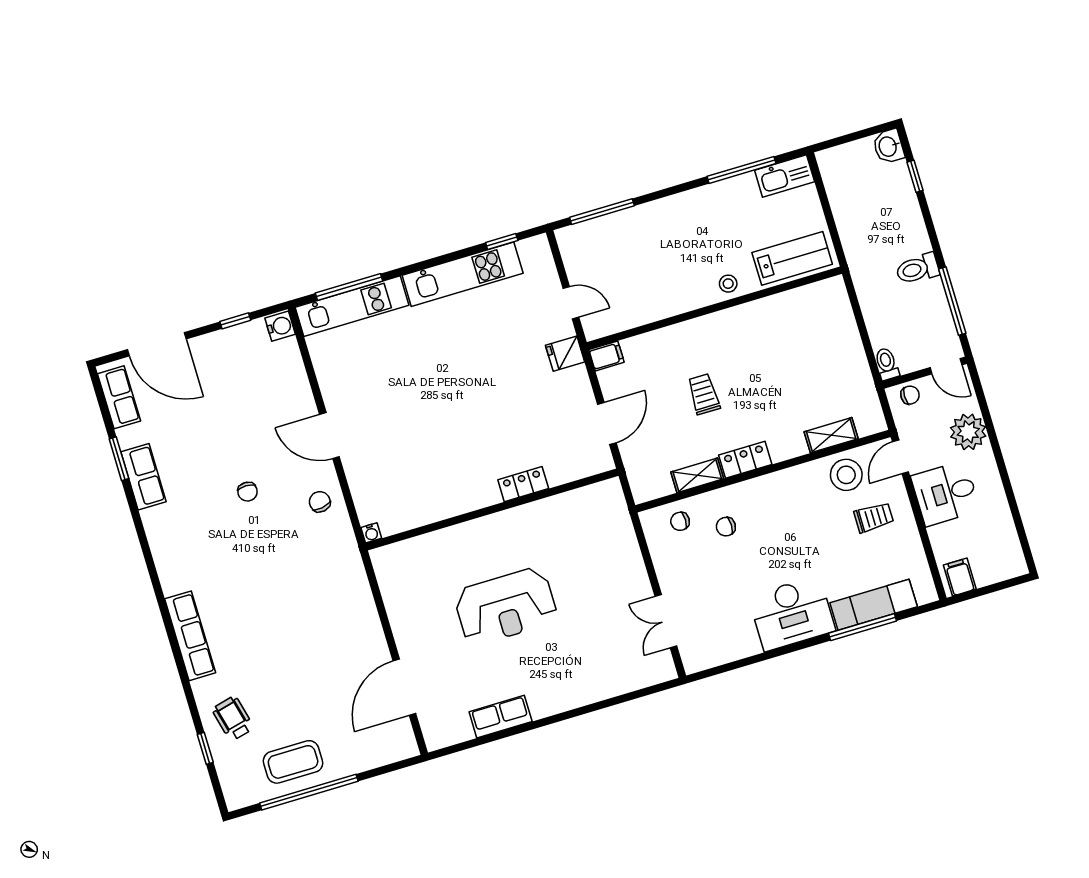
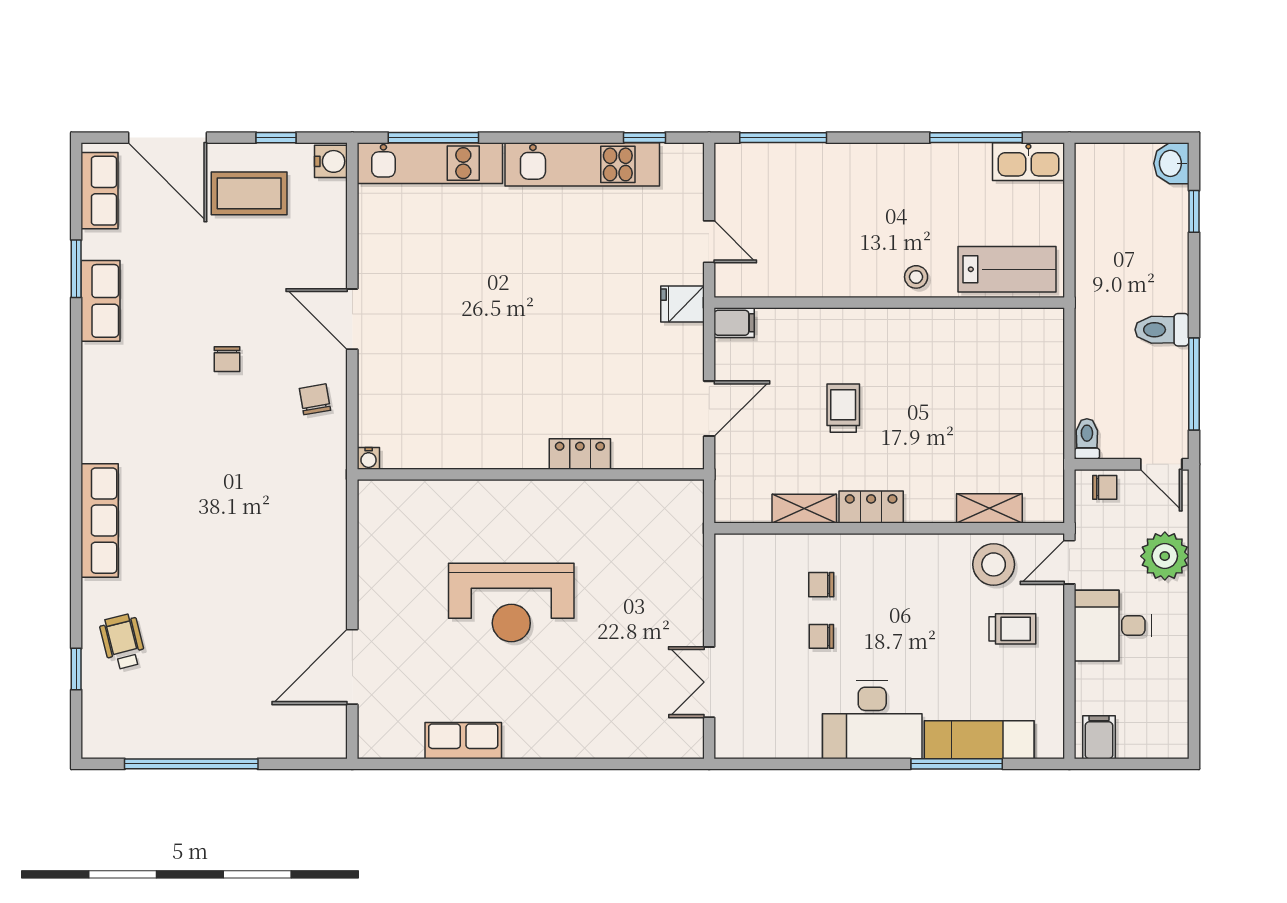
chair: (680, 521) -> (821, 636), moved
coffee table: (293, 762) -> (249, 193), moved

